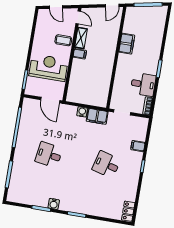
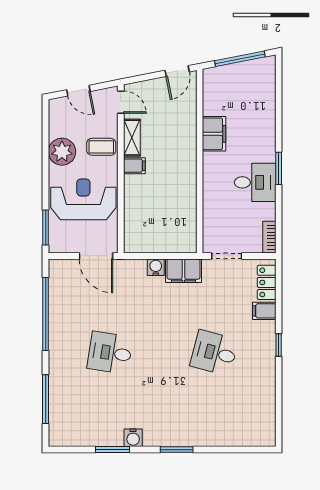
plant: (41, 39) -> (62, 152), added
desk: (143, 84) -> (255, 182), moved
locker: (128, 211) -> (267, 282), moved

